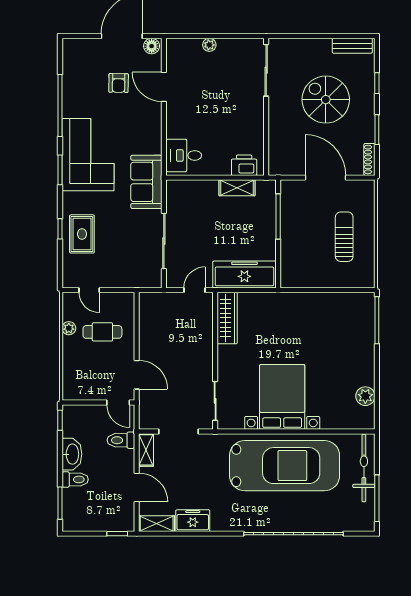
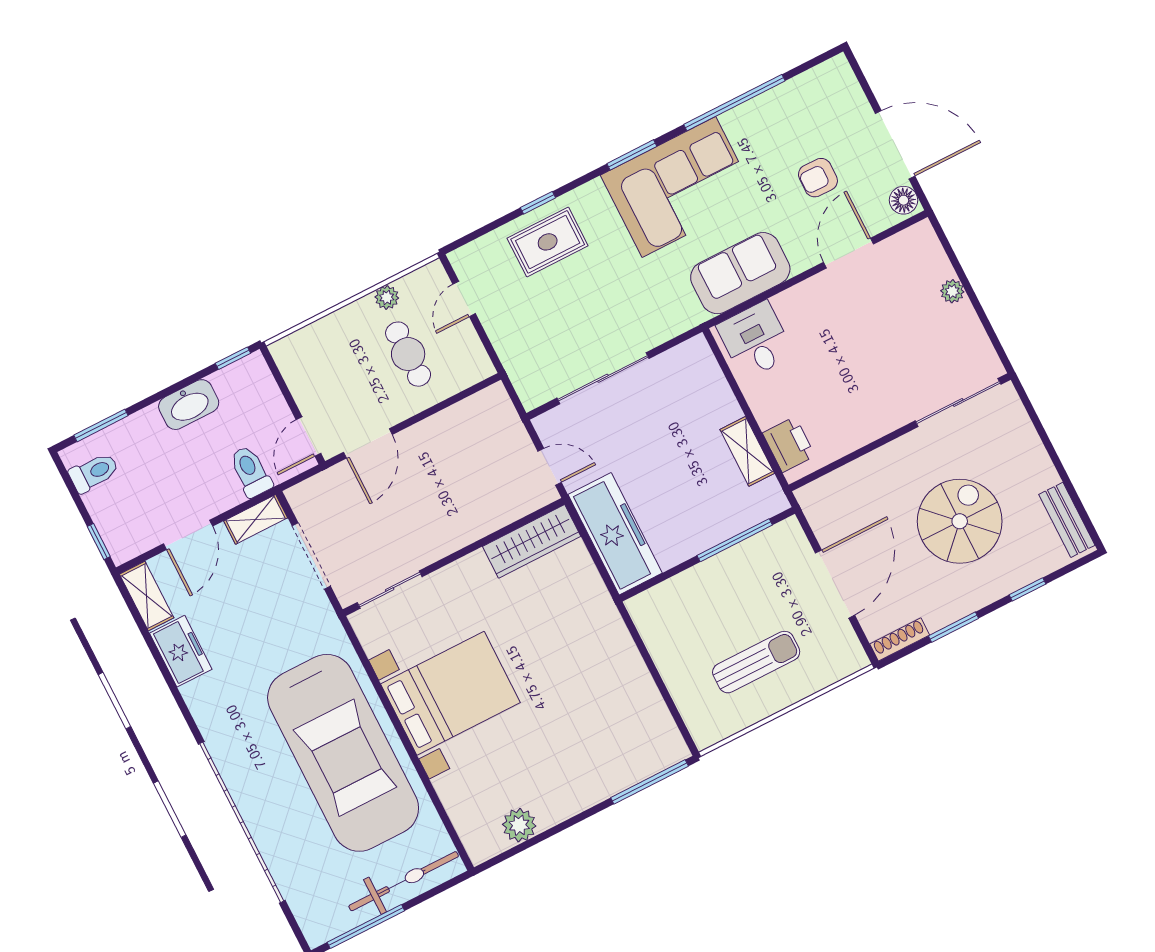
sofa: (146, 182) -> (740, 273), moved
toilet: (75, 479) -> (94, 472), moved, turned -90

